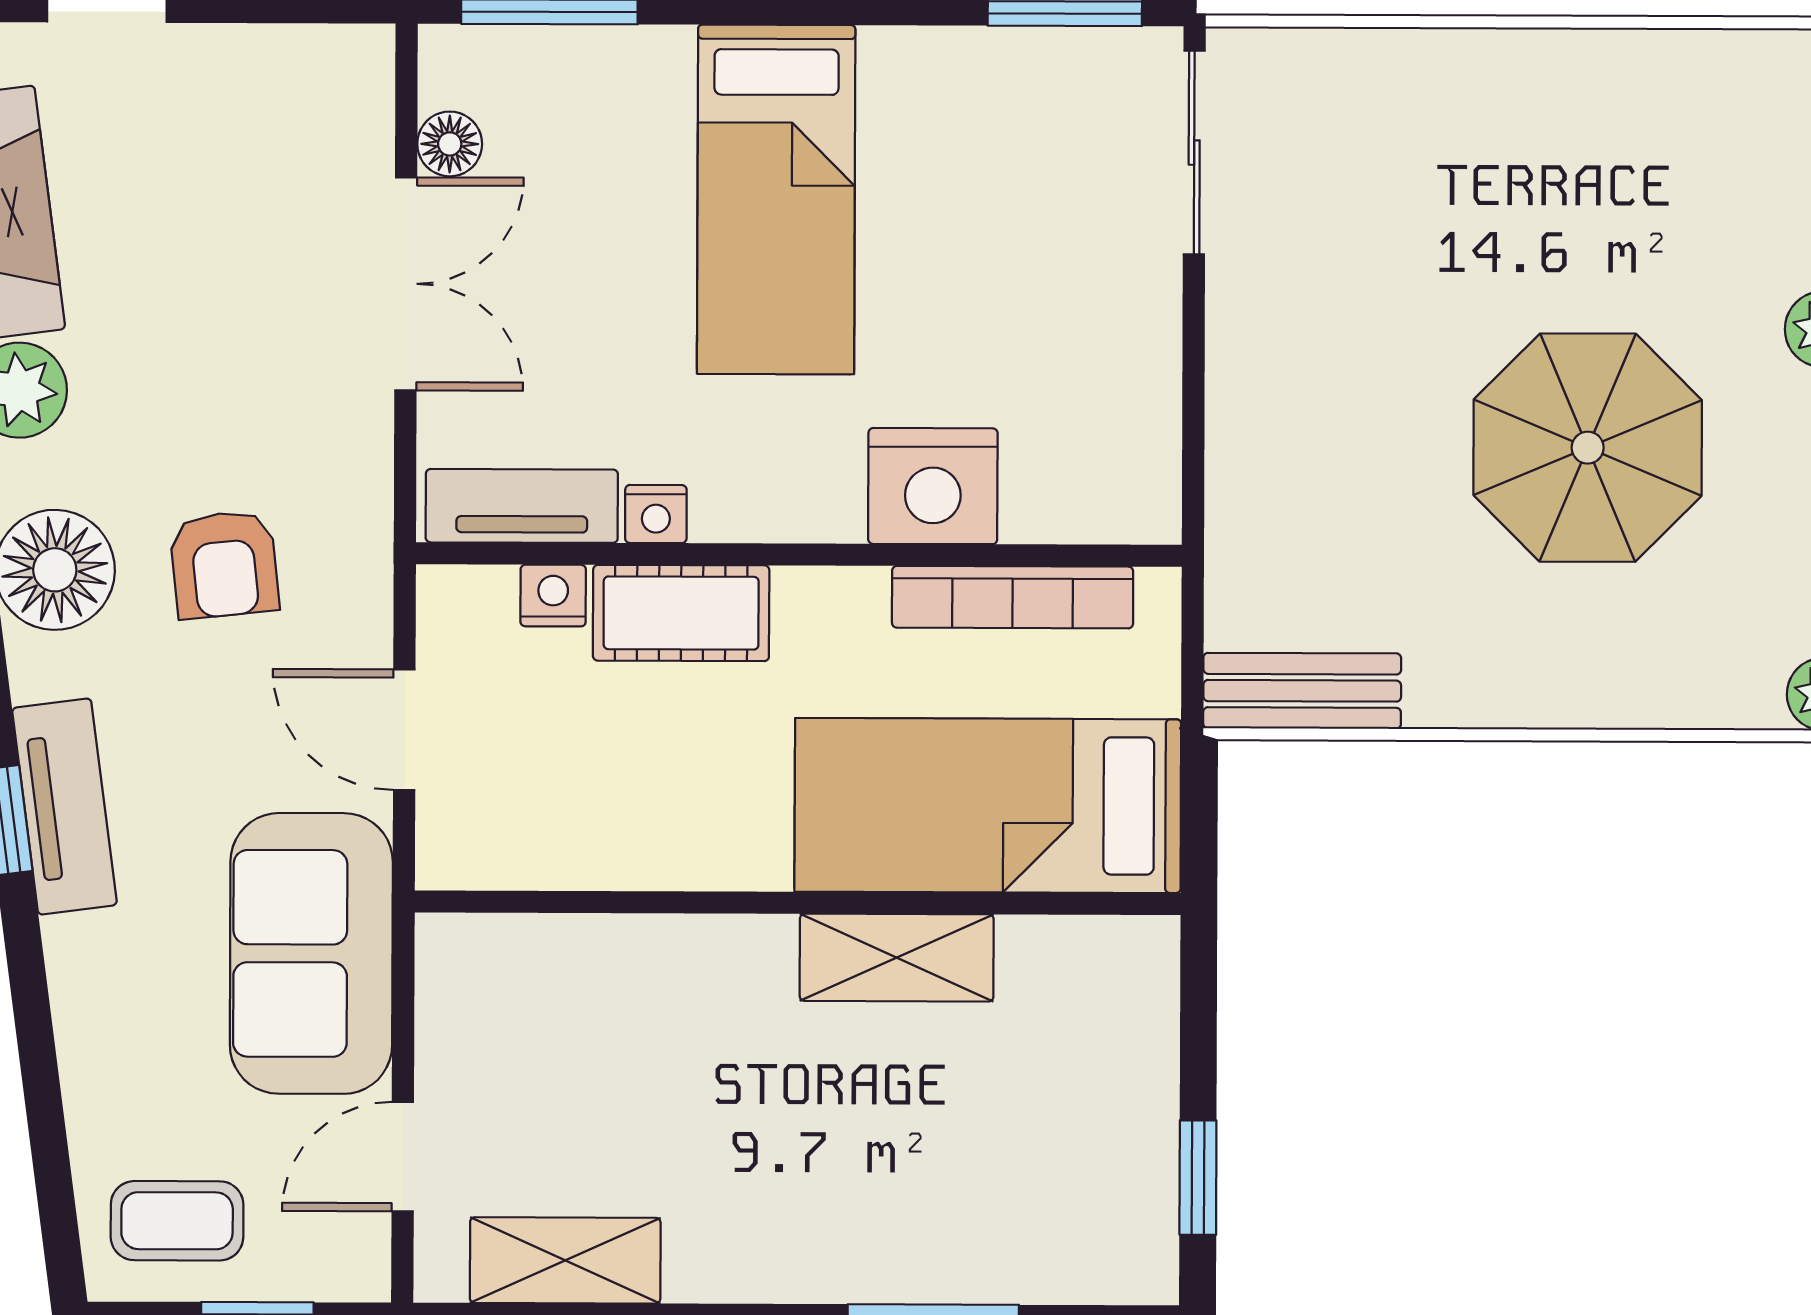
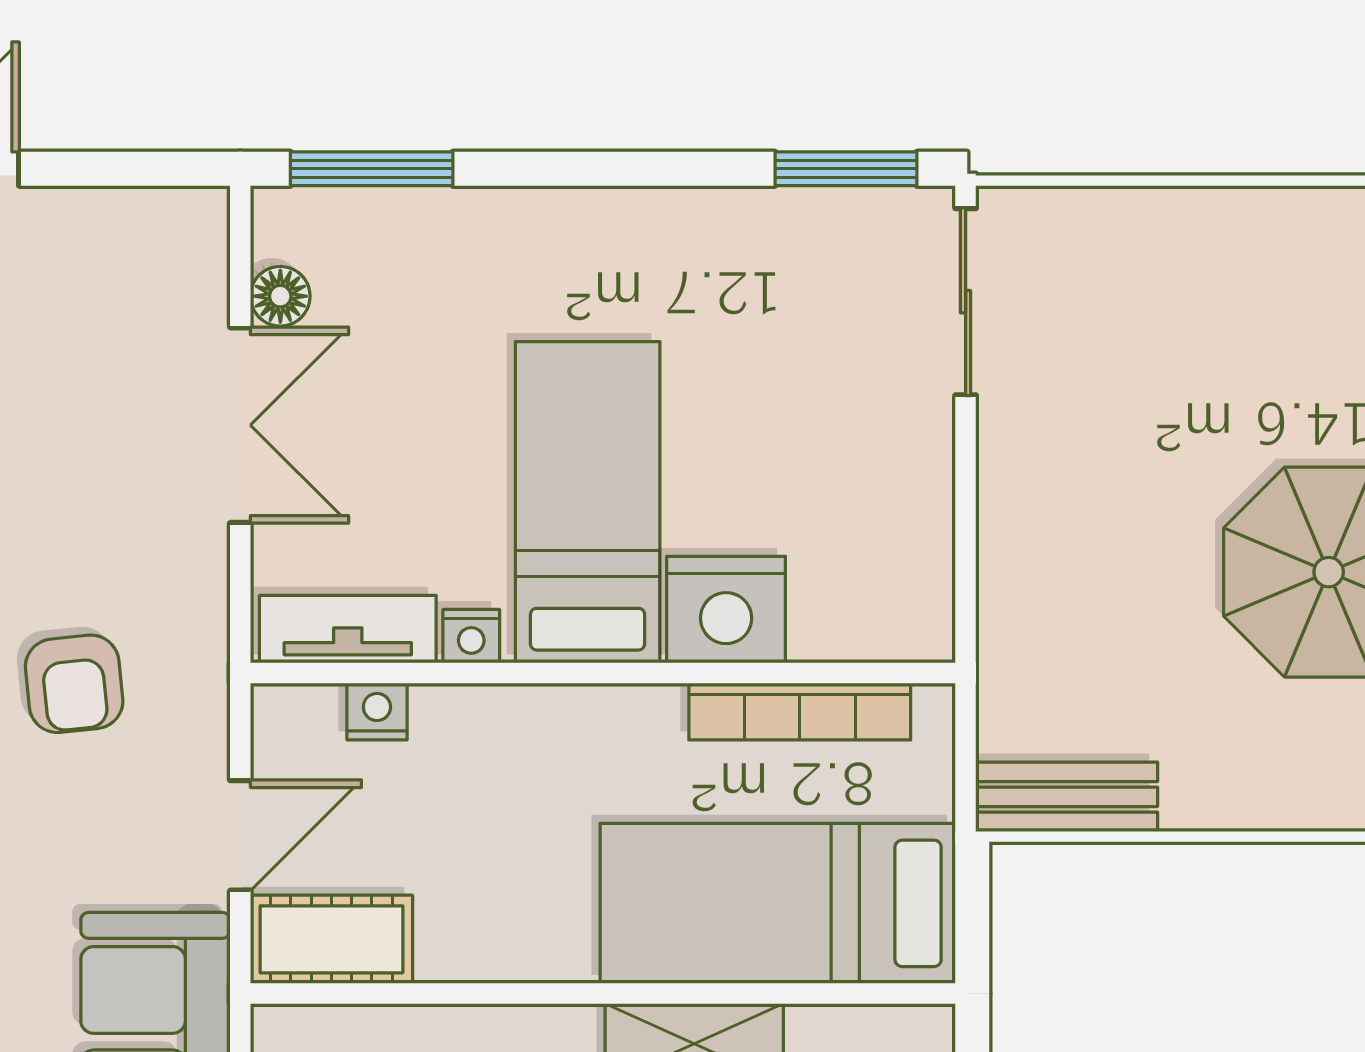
bed: (776, 199) -> (588, 502), moved, turned 180
cot: (681, 613) -> (331, 939), moved
door: (404, 730) -> (240, 835), swing flipped

